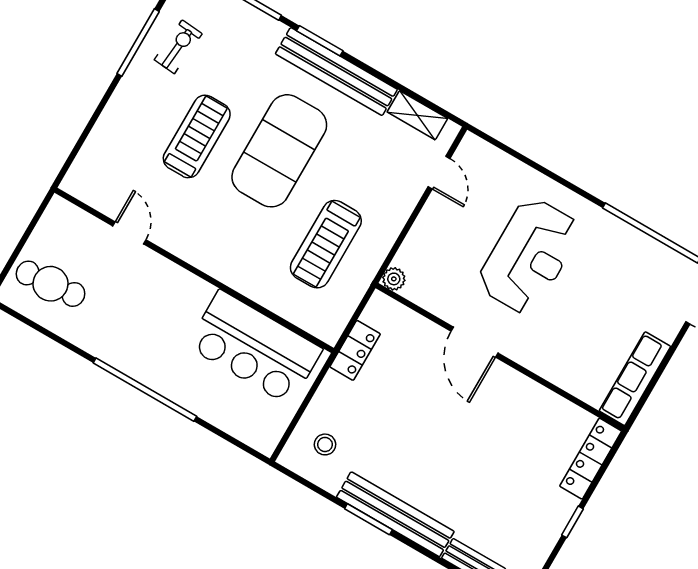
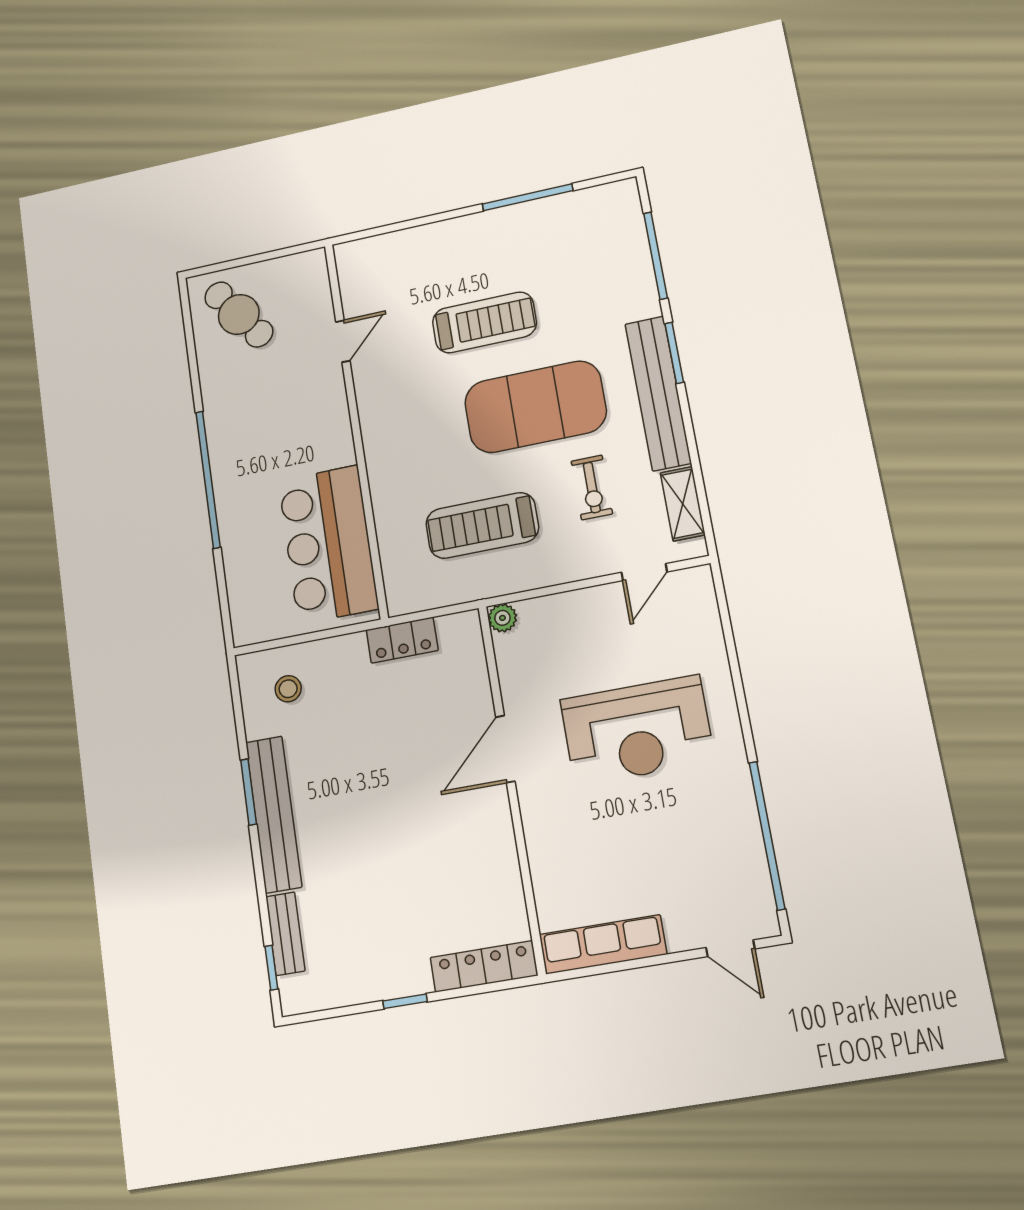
exercise bike: (178, 47) -> (592, 487), moved, turned 85
cafe table: (51, 284) -> (239, 314), turned -31

